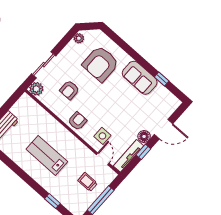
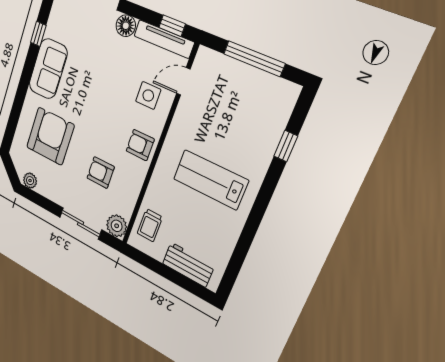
armchair: (101, 64) -> (50, 136), turned -90
armchair: (70, 90) -> (101, 173), turned 180
window: (143, 152) -> (172, 26), moved
lab bench: (47, 155) -> (210, 180), turned 90
trolley: (88, 182) -> (150, 225), moved

